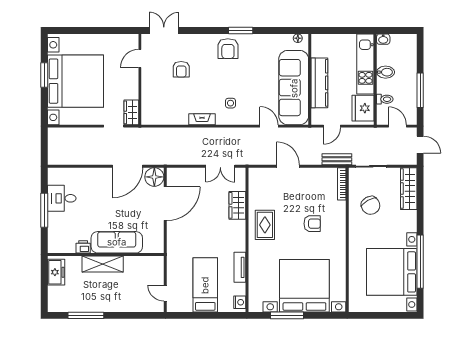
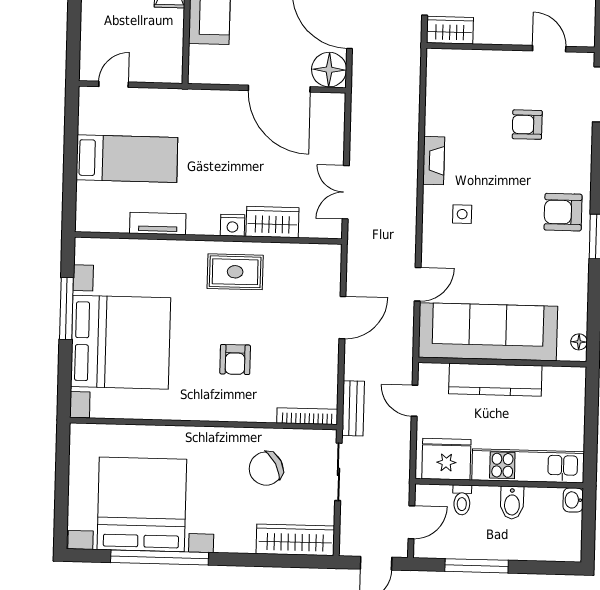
nightstand: (240, 302) -> (232, 225), moved

